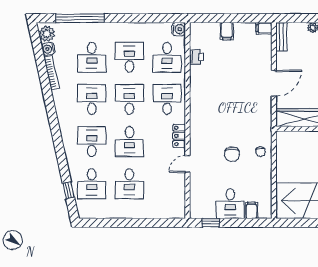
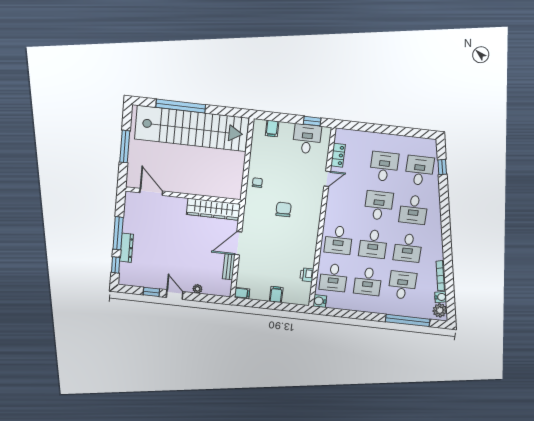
bench: (281, 37) -> (229, 267), moved
desk: (167, 57) -> (333, 278), turned 180
locker: (179, 136) -> (338, 155), moved
chair: (232, 154) -> (284, 209), moved
desk: (230, 204) -> (307, 139), moved

